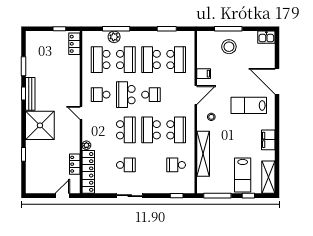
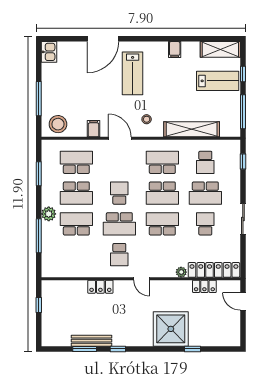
plant: (114, 37) -> (49, 214), moved
locker: (74, 44) -> (100, 287), moved
stool: (229, 47) -> (58, 124), moved
school desk: (101, 60) -> (205, 193), moved
bench: (30, 94) -> (91, 341), moved
door: (81, 113) -> (142, 279), hinge flipped
shower: (40, 125) -> (171, 329), moved
filing cabinet: (268, 140) -> (175, 50), width x0.50

